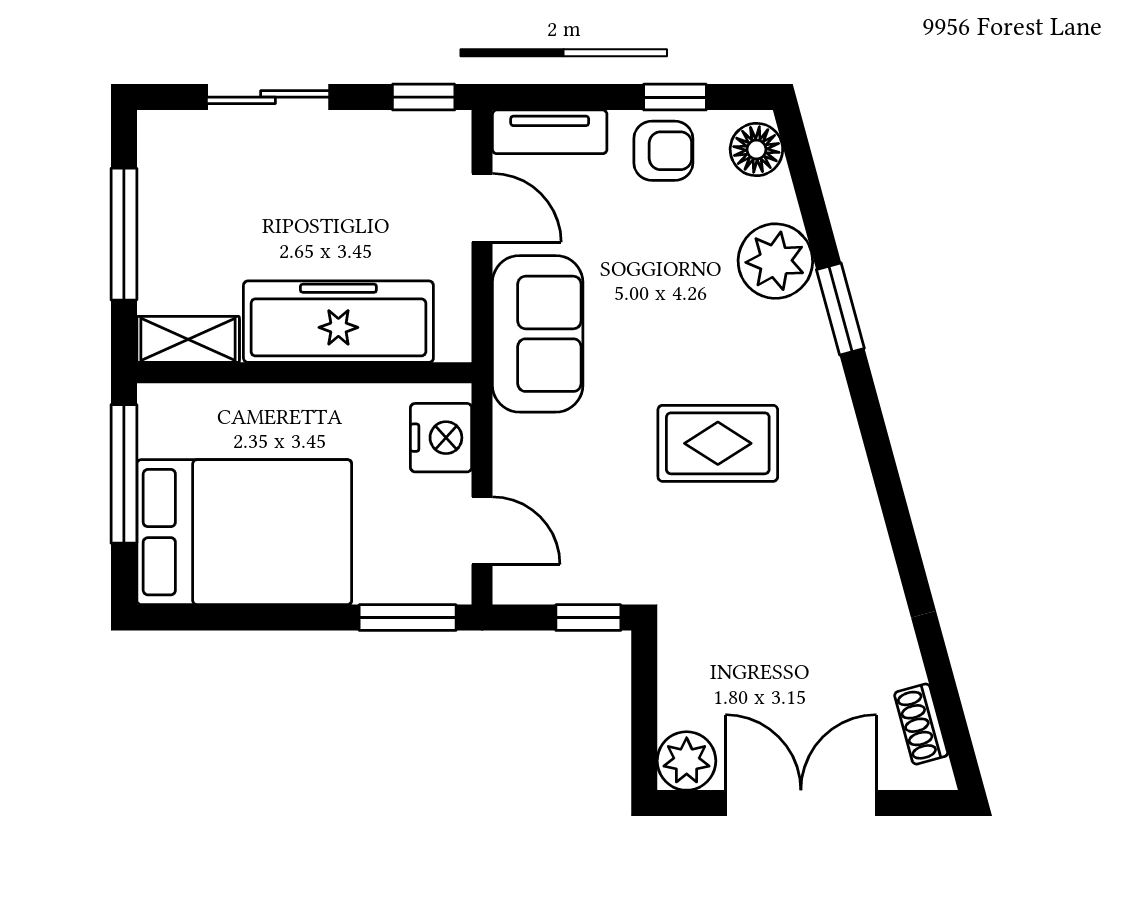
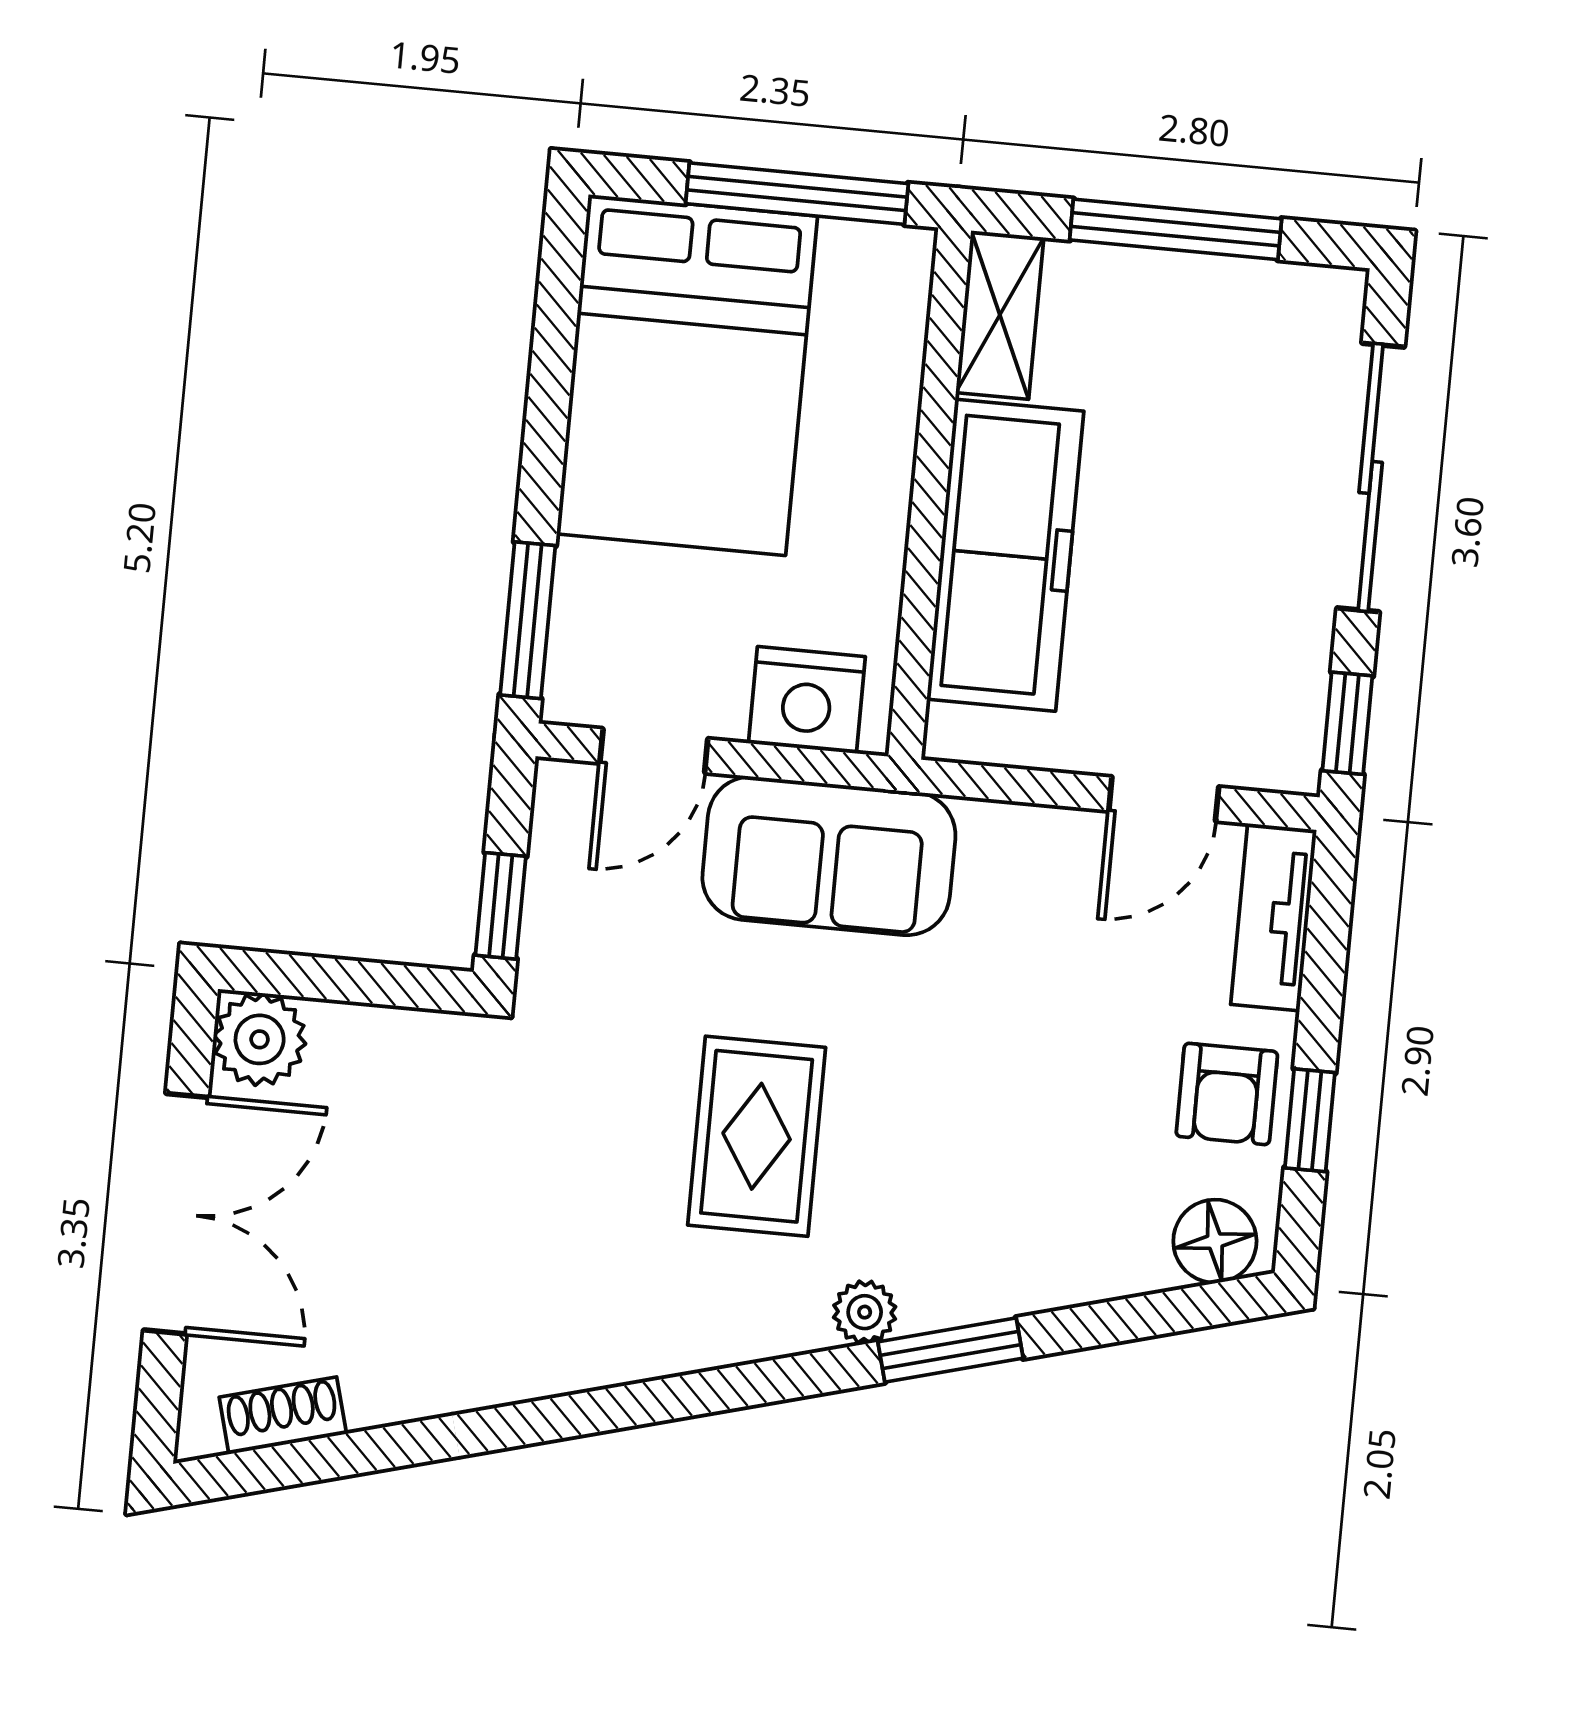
sliding door: (268, 97) -> (1371, 477), width x1.37
plant: (775, 261) -> (865, 1312), moved, width x0.53, depth x0.53
sofa: (538, 334) -> (829, 856), moved

